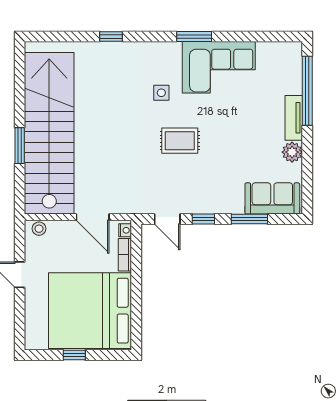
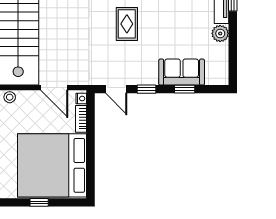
rug: (180, 141) -> (127, 24), turned 90
sofa: (272, 198) -> (182, 72), moved
window: (249, 219) -> (185, 89), width x0.67

